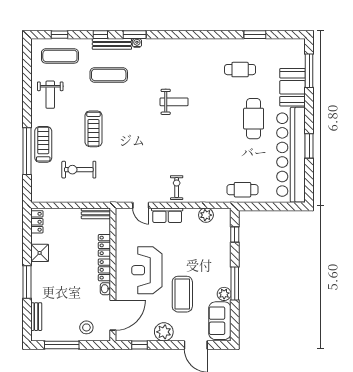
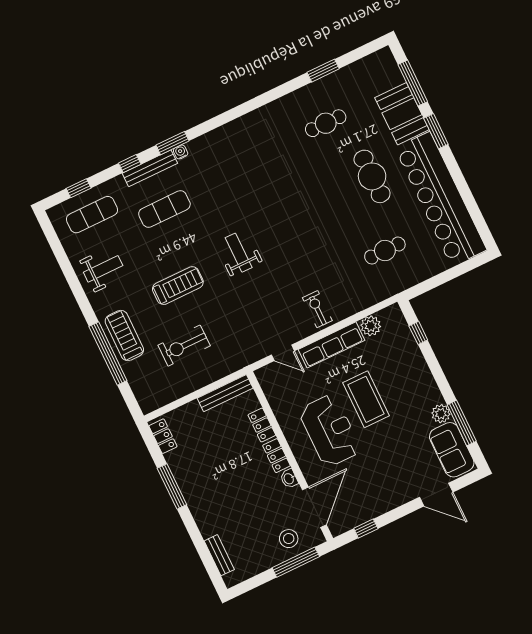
weight bench: (50, 95) -> (103, 269), turned -90
weight bench: (174, 102) -> (239, 253), moved, turned -90
treadmill: (93, 129) -> (178, 286), turned -90
window: (309, 146) -> (436, 131), moved
cafe table: (242, 190) -> (385, 251), moved
bench: (96, 213) -> (225, 393), width x1.36
row of seats: (167, 215) -> (331, 345), width x1.48
shower: (40, 253) -> (185, 473), removed
reception desk: (147, 270) -> (330, 431), turned 180
window: (27, 282) -> (172, 486), moved
window: (235, 283) -> (462, 423), moved
coffee table: (182, 294) -> (366, 399), moved
plant: (164, 332) -> (388, 497), removed
window: (62, 345) -> (296, 562), moved

